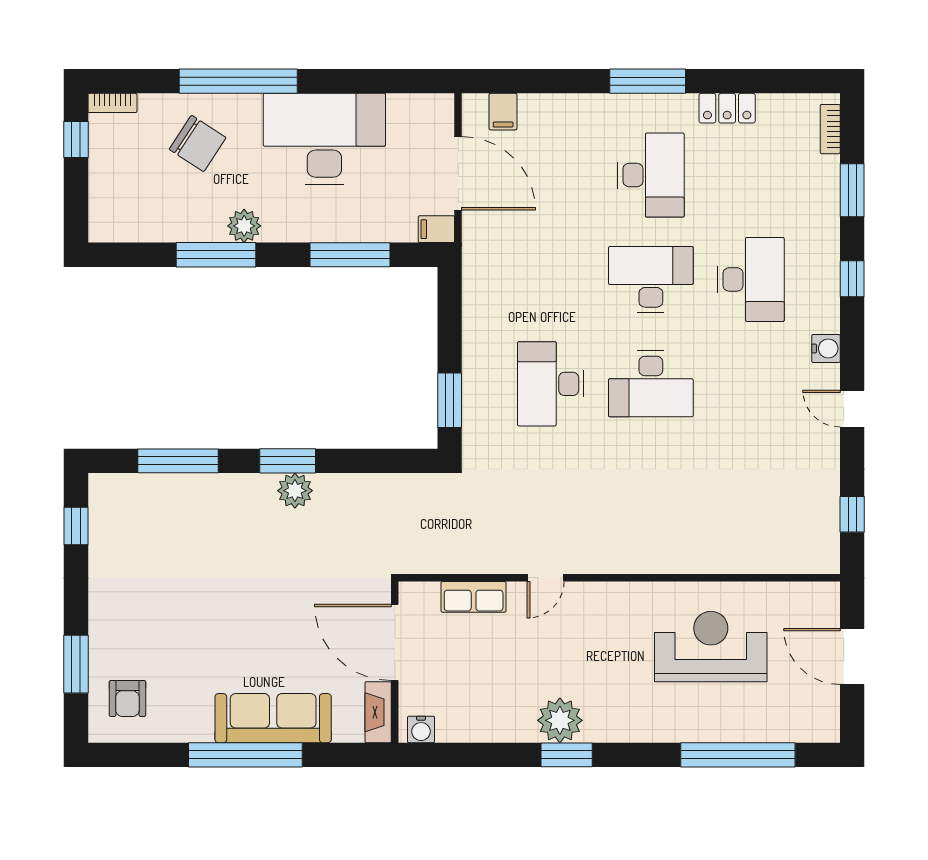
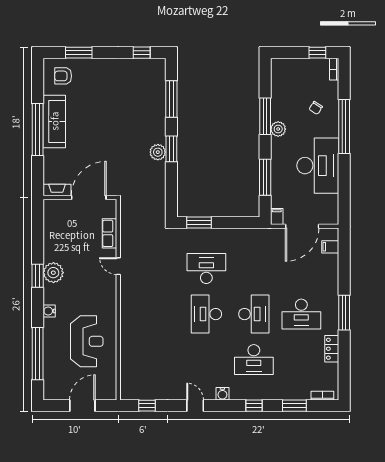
chair: (198, 143) -> (316, 108), width x0.54, depth x0.54
door: (852, 409) -> (195, 406), hinge flipped
sofa: (273, 718) -> (54, 121), moved
water cooler: (421, 729) -> (49, 311), moved

